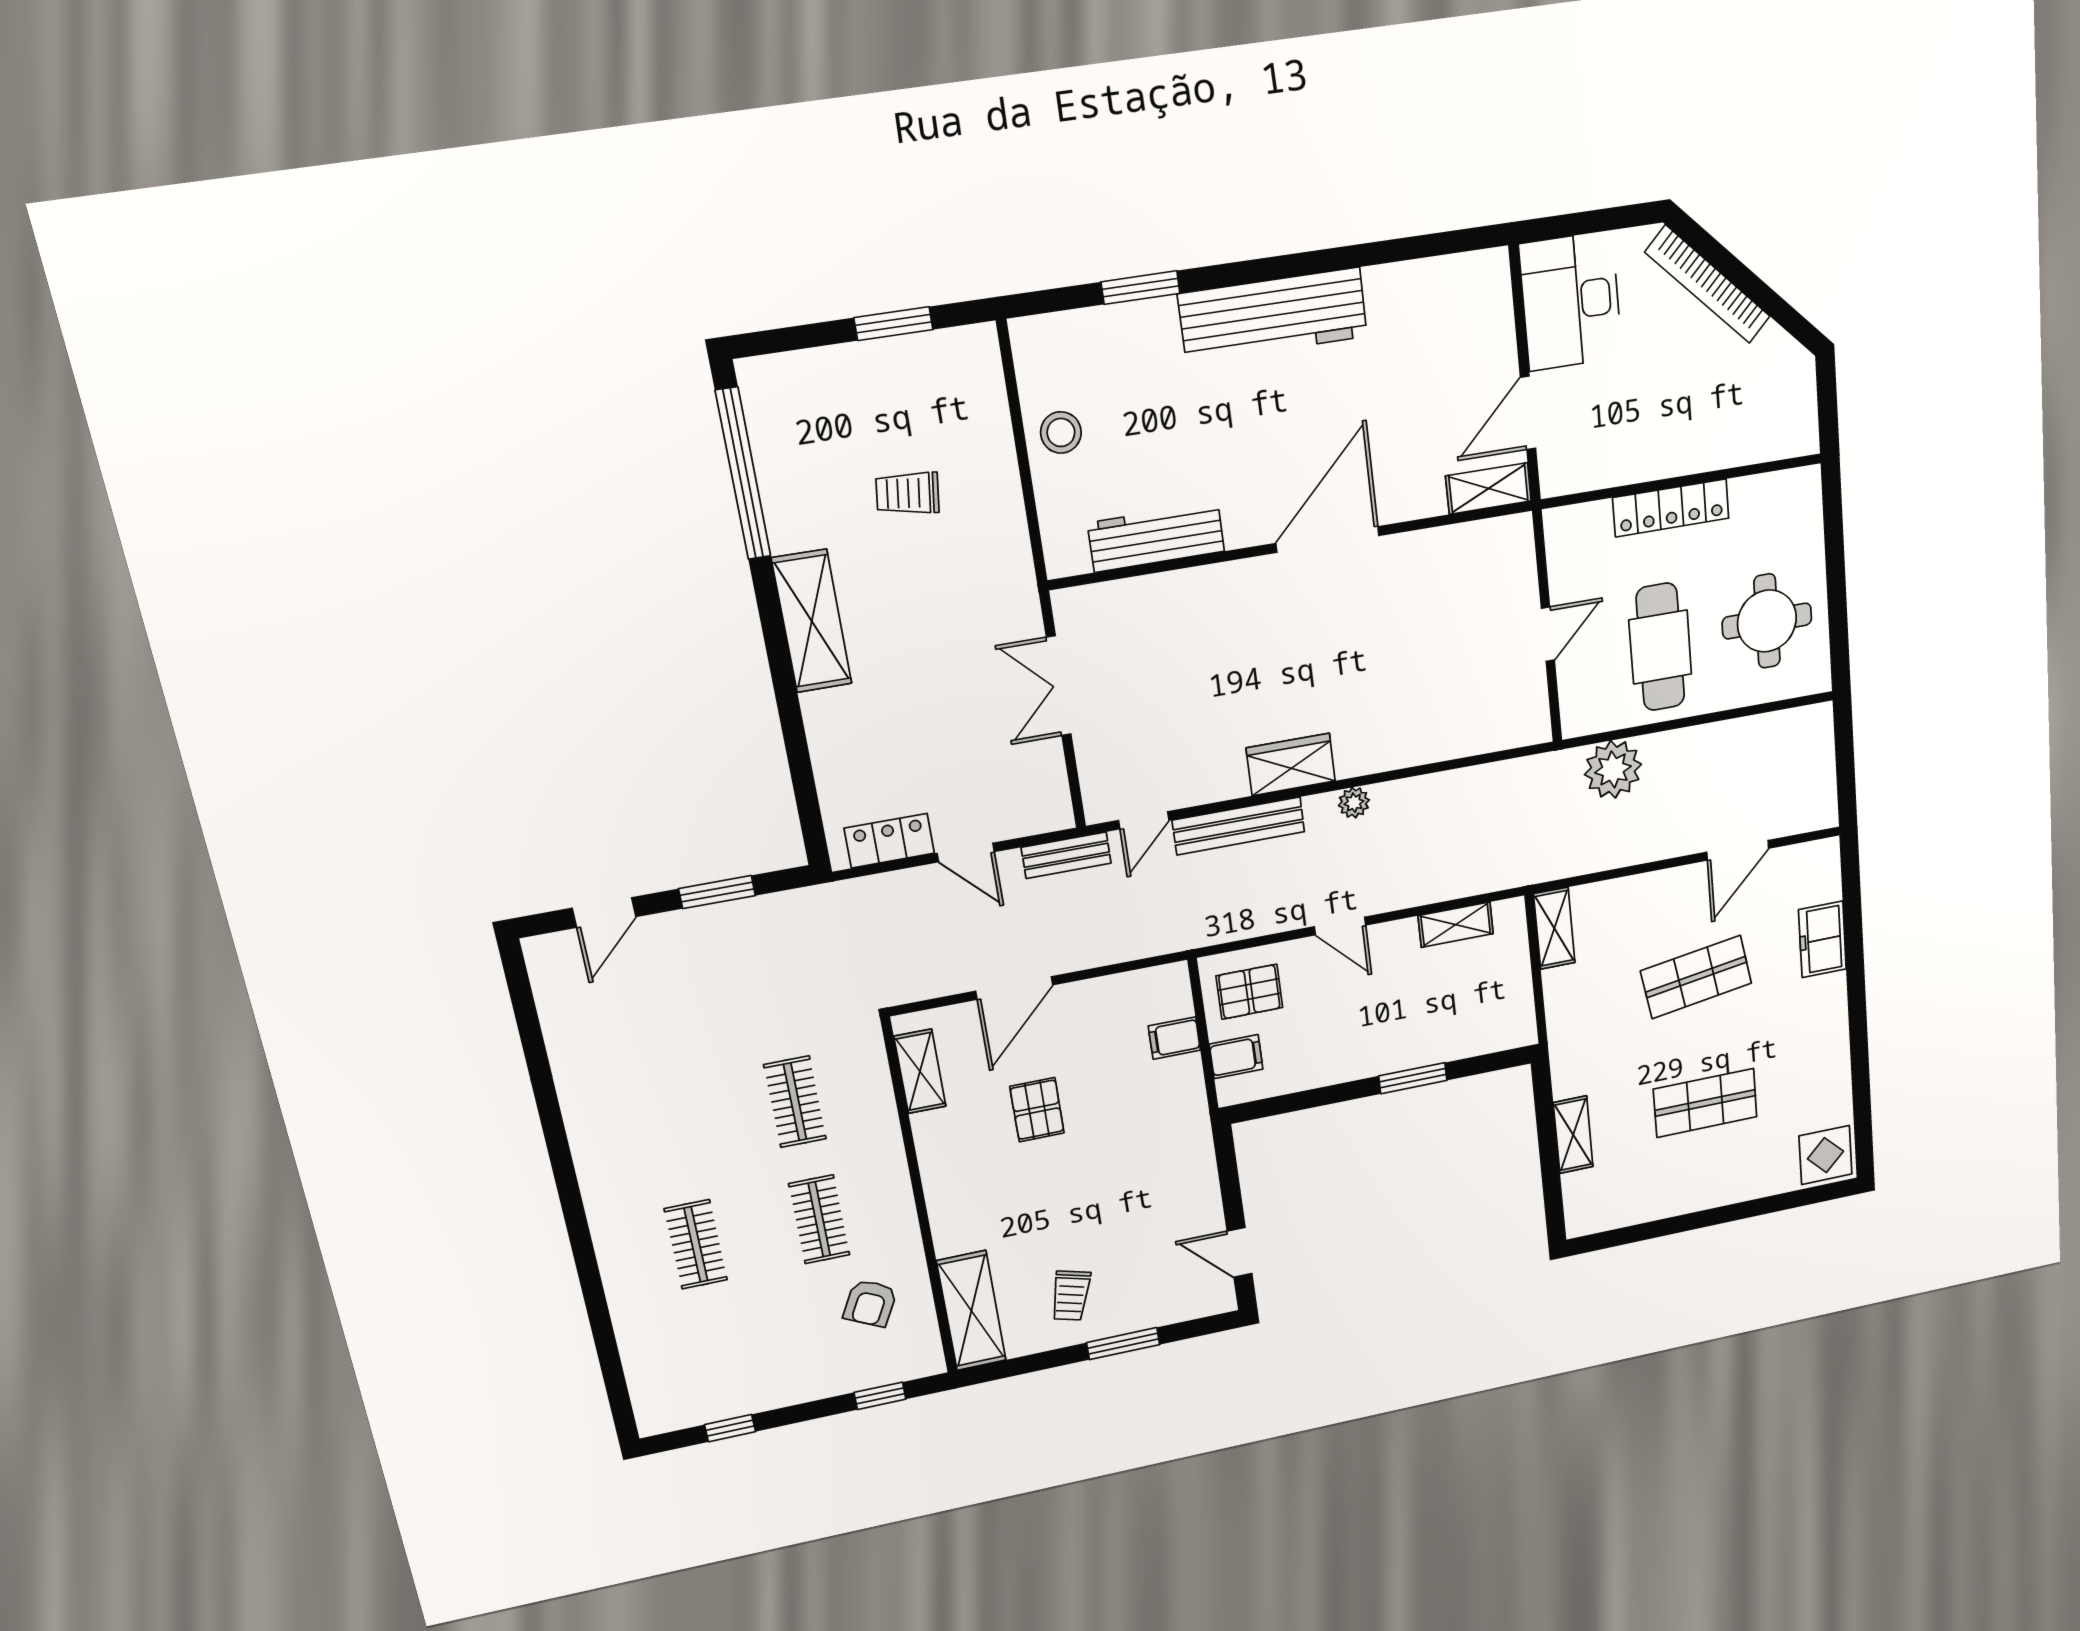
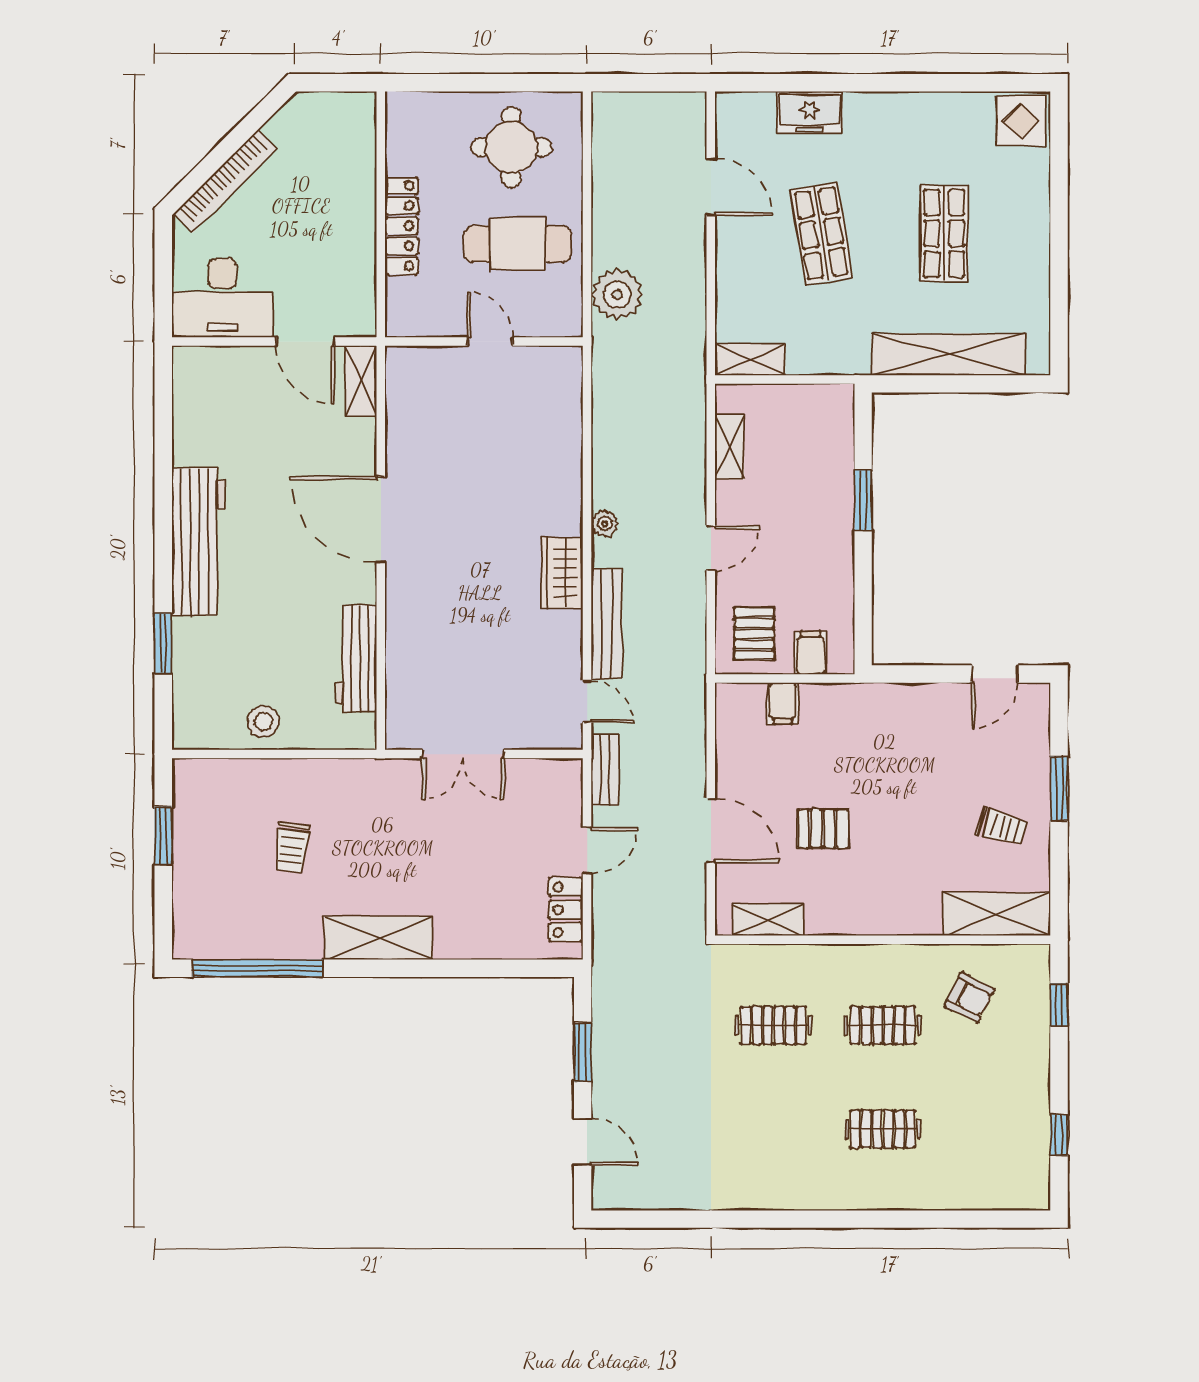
shelving: (1573, 1135) -> (948, 354), width x2.20, depth x1.33

